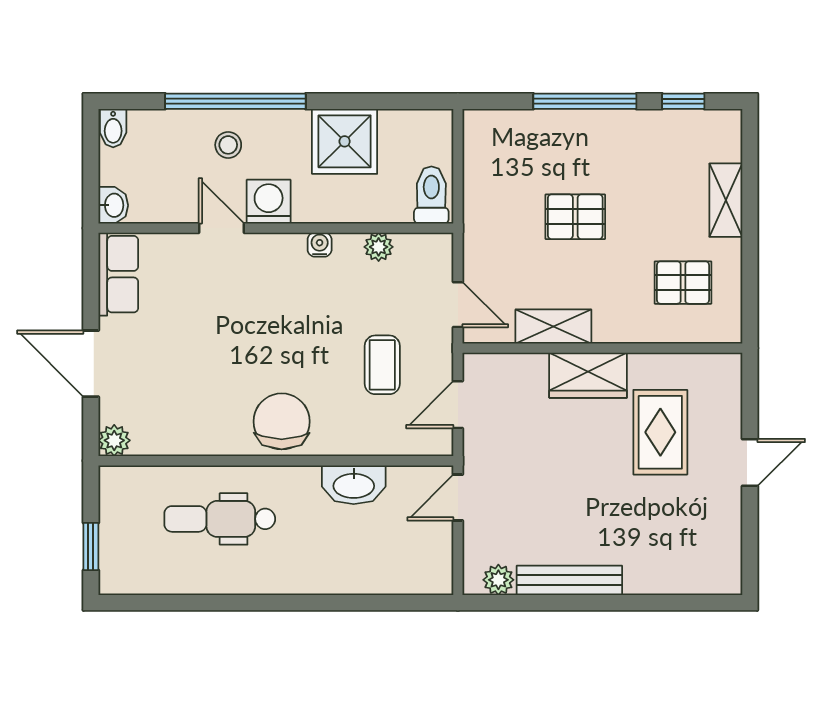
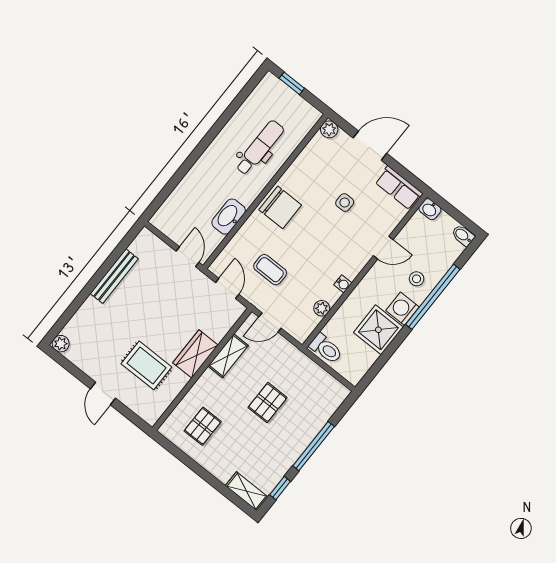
shelving: (726, 200) -> (247, 491), moved
washing machine: (269, 202) -> (403, 309), moved, turned 180
side table: (201, 335) -> (345, 203), added
plant: (498, 580) -> (61, 344), moved

